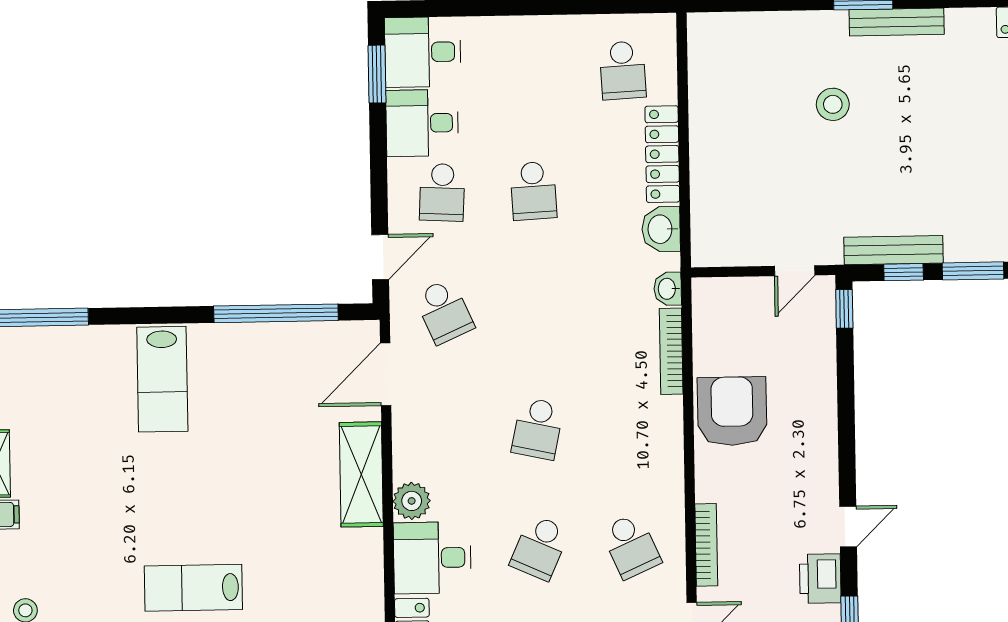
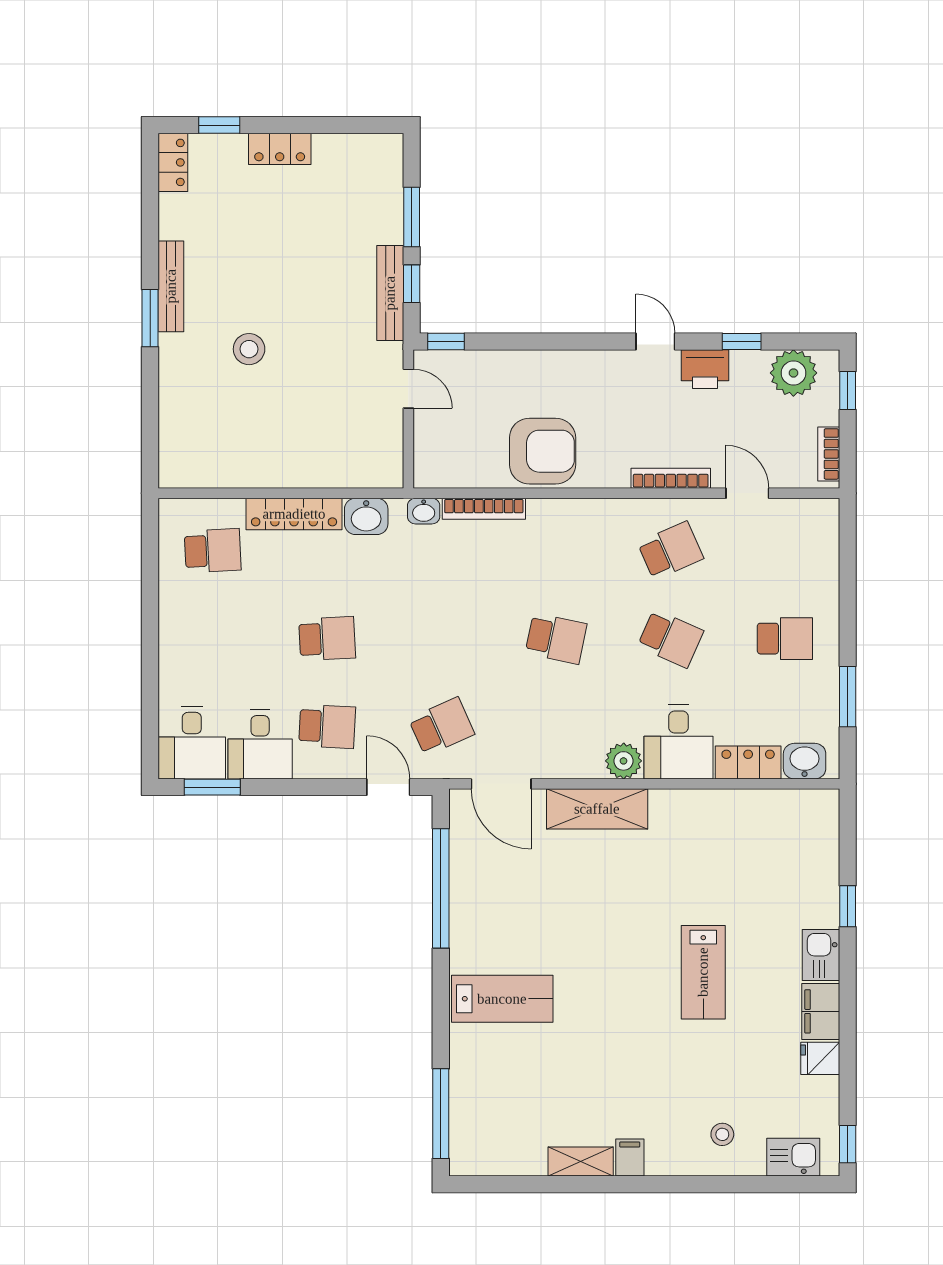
armchair: (732, 411) -> (543, 451), turned 180

